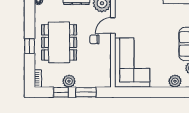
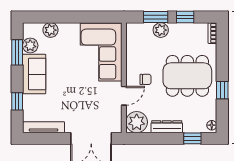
dining table: (59, 42) -> (187, 76), turned 90
window: (30, 46) -> (222, 90), moved
plant: (69, 81) -> (161, 30), moved

